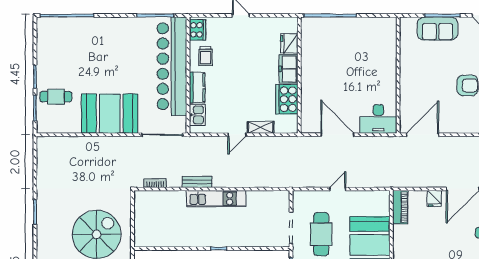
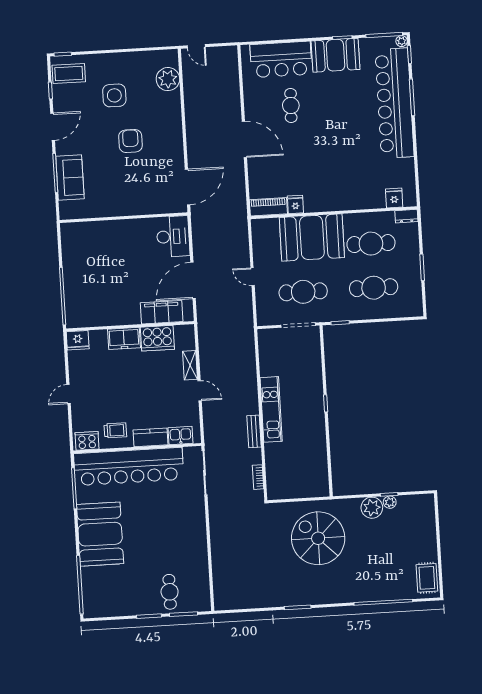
fridge: (289, 44) -> (78, 340), moved
filing cabinet: (310, 104) -> (162, 312), added
booth: (110, 114) -> (100, 534), moved
door: (423, 135) -> (188, 187), swing flipped
fridge: (434, 198) -> (295, 204), moved, turned -90

